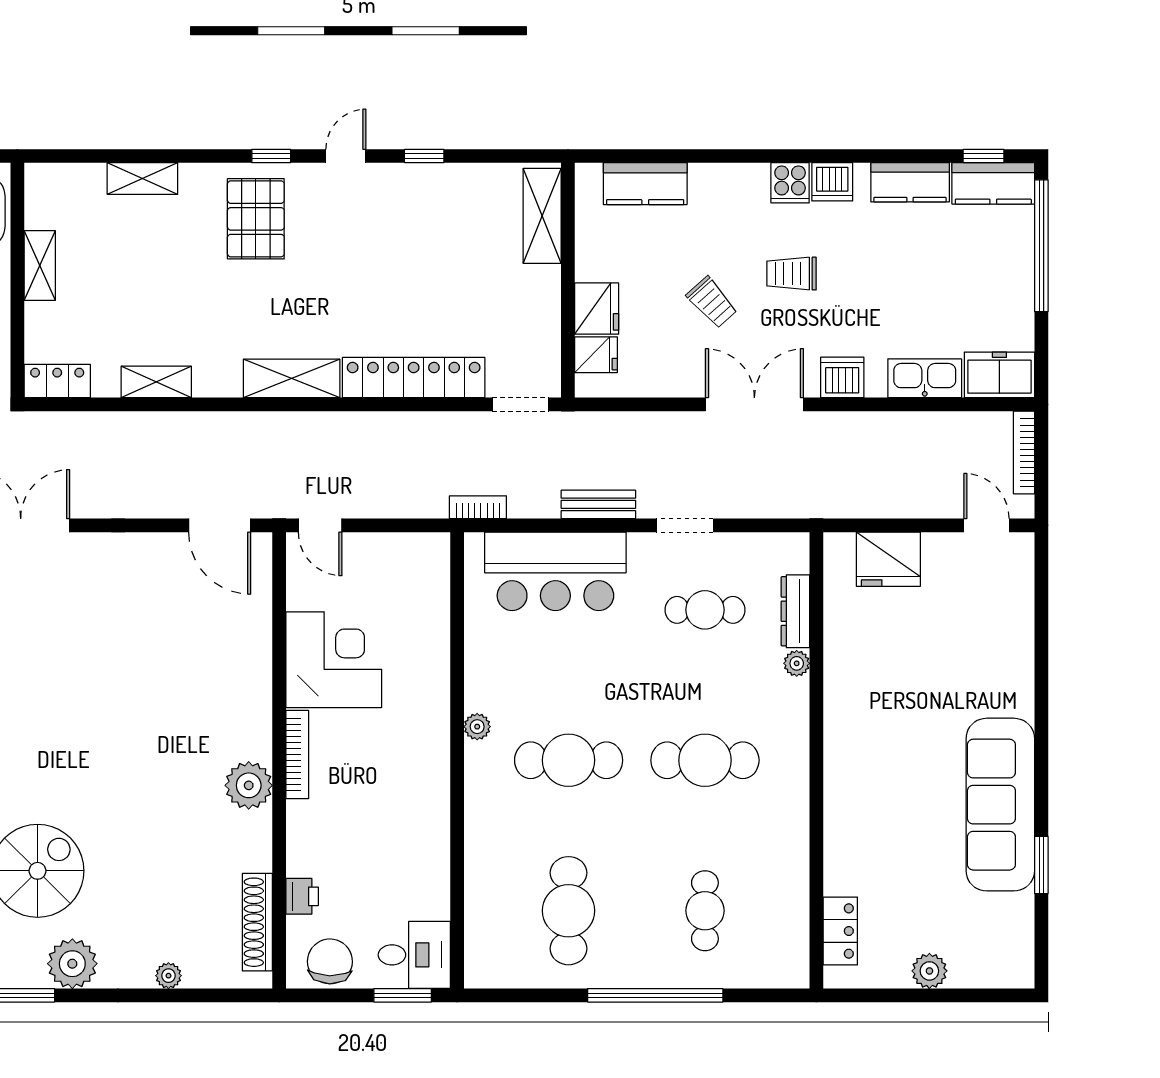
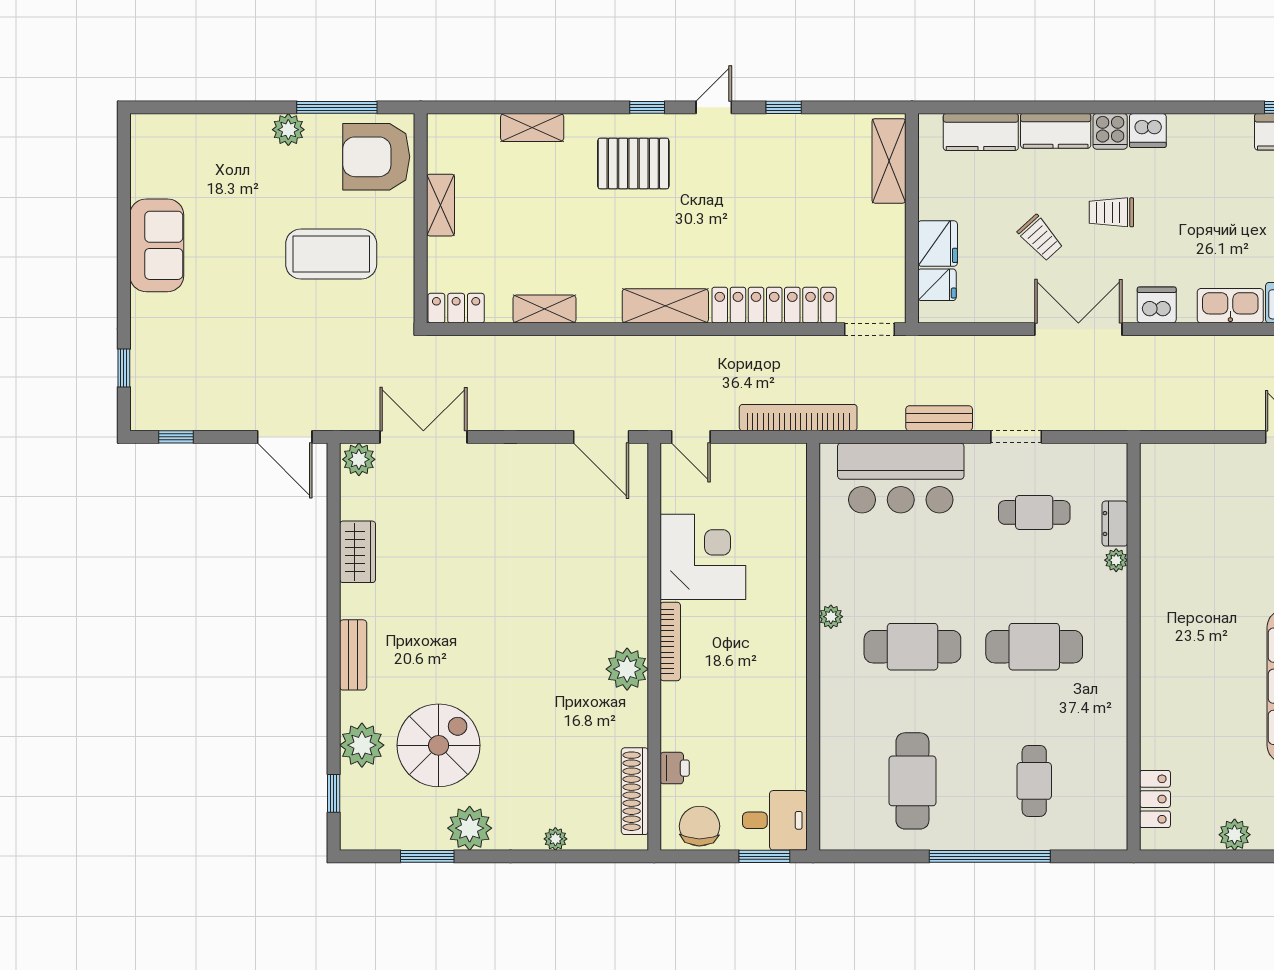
kitchen counter: (910, 182) -> (1056, 131), moved
pallet: (256, 219) -> (633, 163), turned 90
bookcase: (478, 507) -> (798, 418), width x2.31, depth x1.31
fridge: (888, 559) -> (1198, 467), removed
dresser: (795, 611) -> (1115, 524), width x0.70

